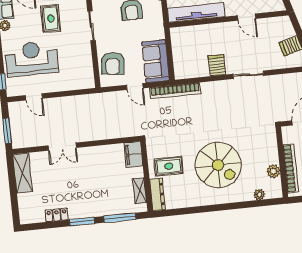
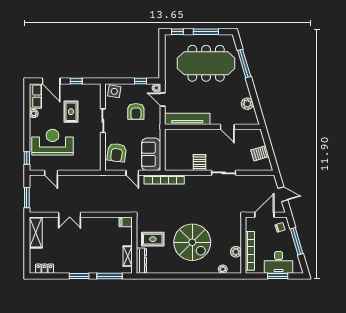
filing cabinet: (133, 154) -> (126, 222), width x0.50
locker: (57, 215) -> (44, 269), moved

